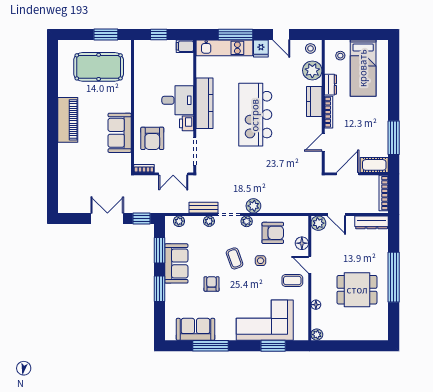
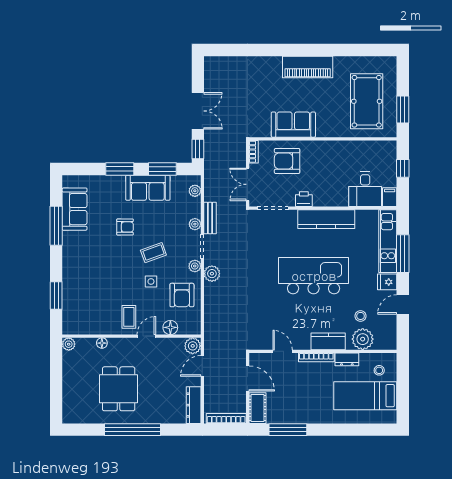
stool: (310, 48) -> (361, 316), moved
desk: (178, 100) -> (365, 189), moved
corner sofa: (265, 320) -> (85, 286), removed

